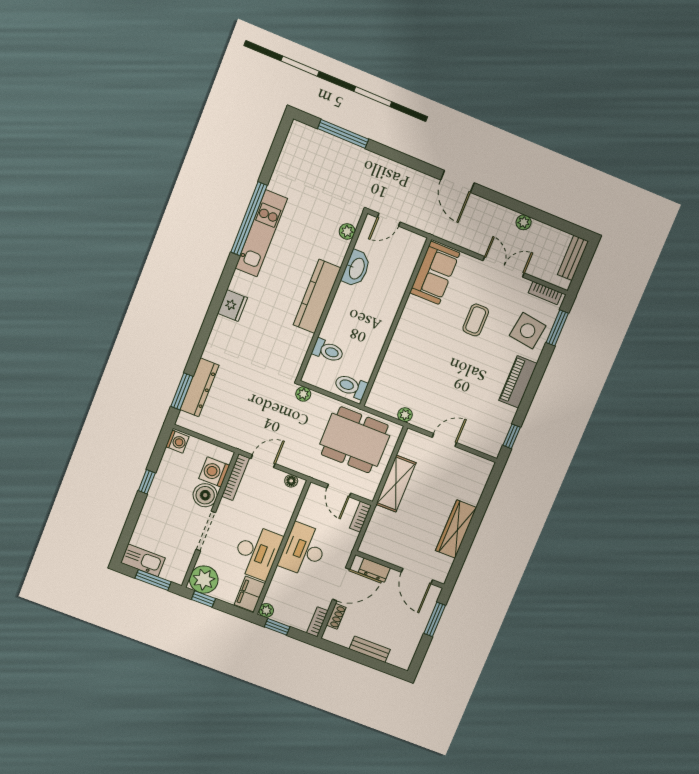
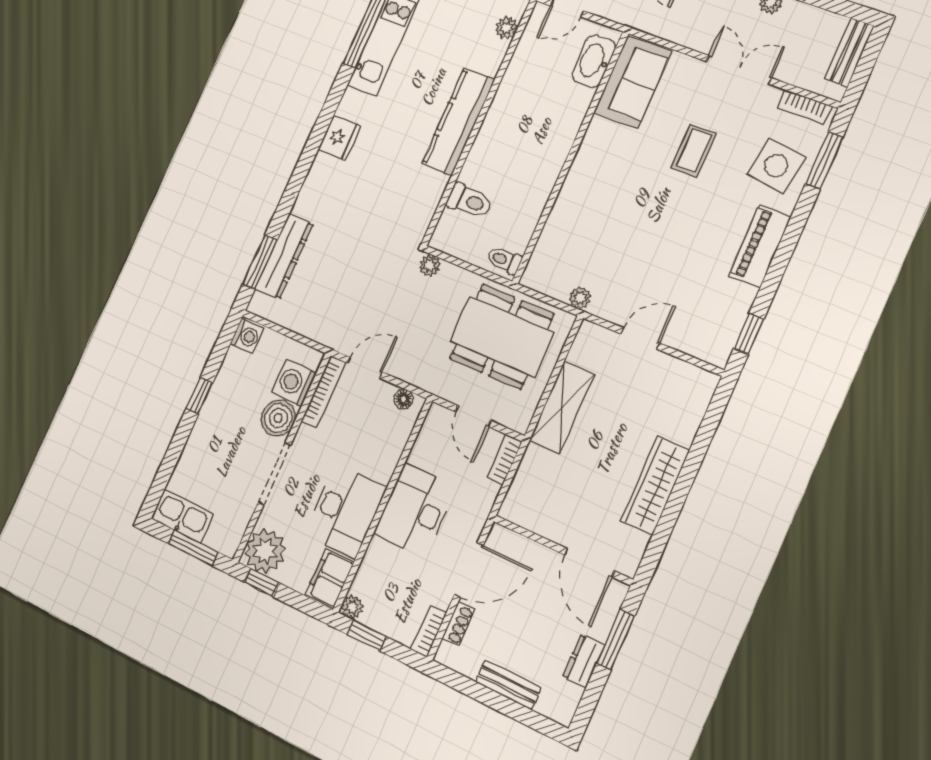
washbasin: (356, 268) -> (594, 61), moved, turned 180
toilet: (351, 386) -> (504, 260), width x0.73, depth x0.72
dresser: (374, 570) -> (584, 661), moved, turned 90

